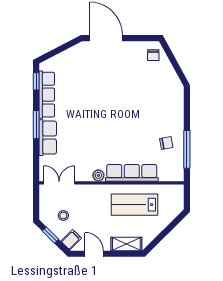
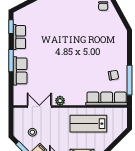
row of seats: (47, 95) -> (19, 37), width x0.68
row of seats: (132, 173) -> (107, 99), moved
double door: (59, 183) -> (39, 107), moved

